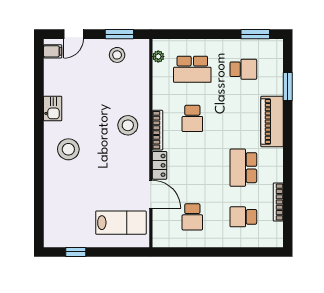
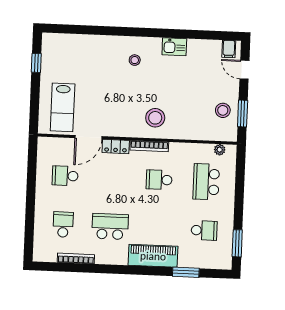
school desk: (243, 69) -> (204, 230), turned -90
stool: (68, 149) -> (135, 60), width x0.53, depth x0.53

